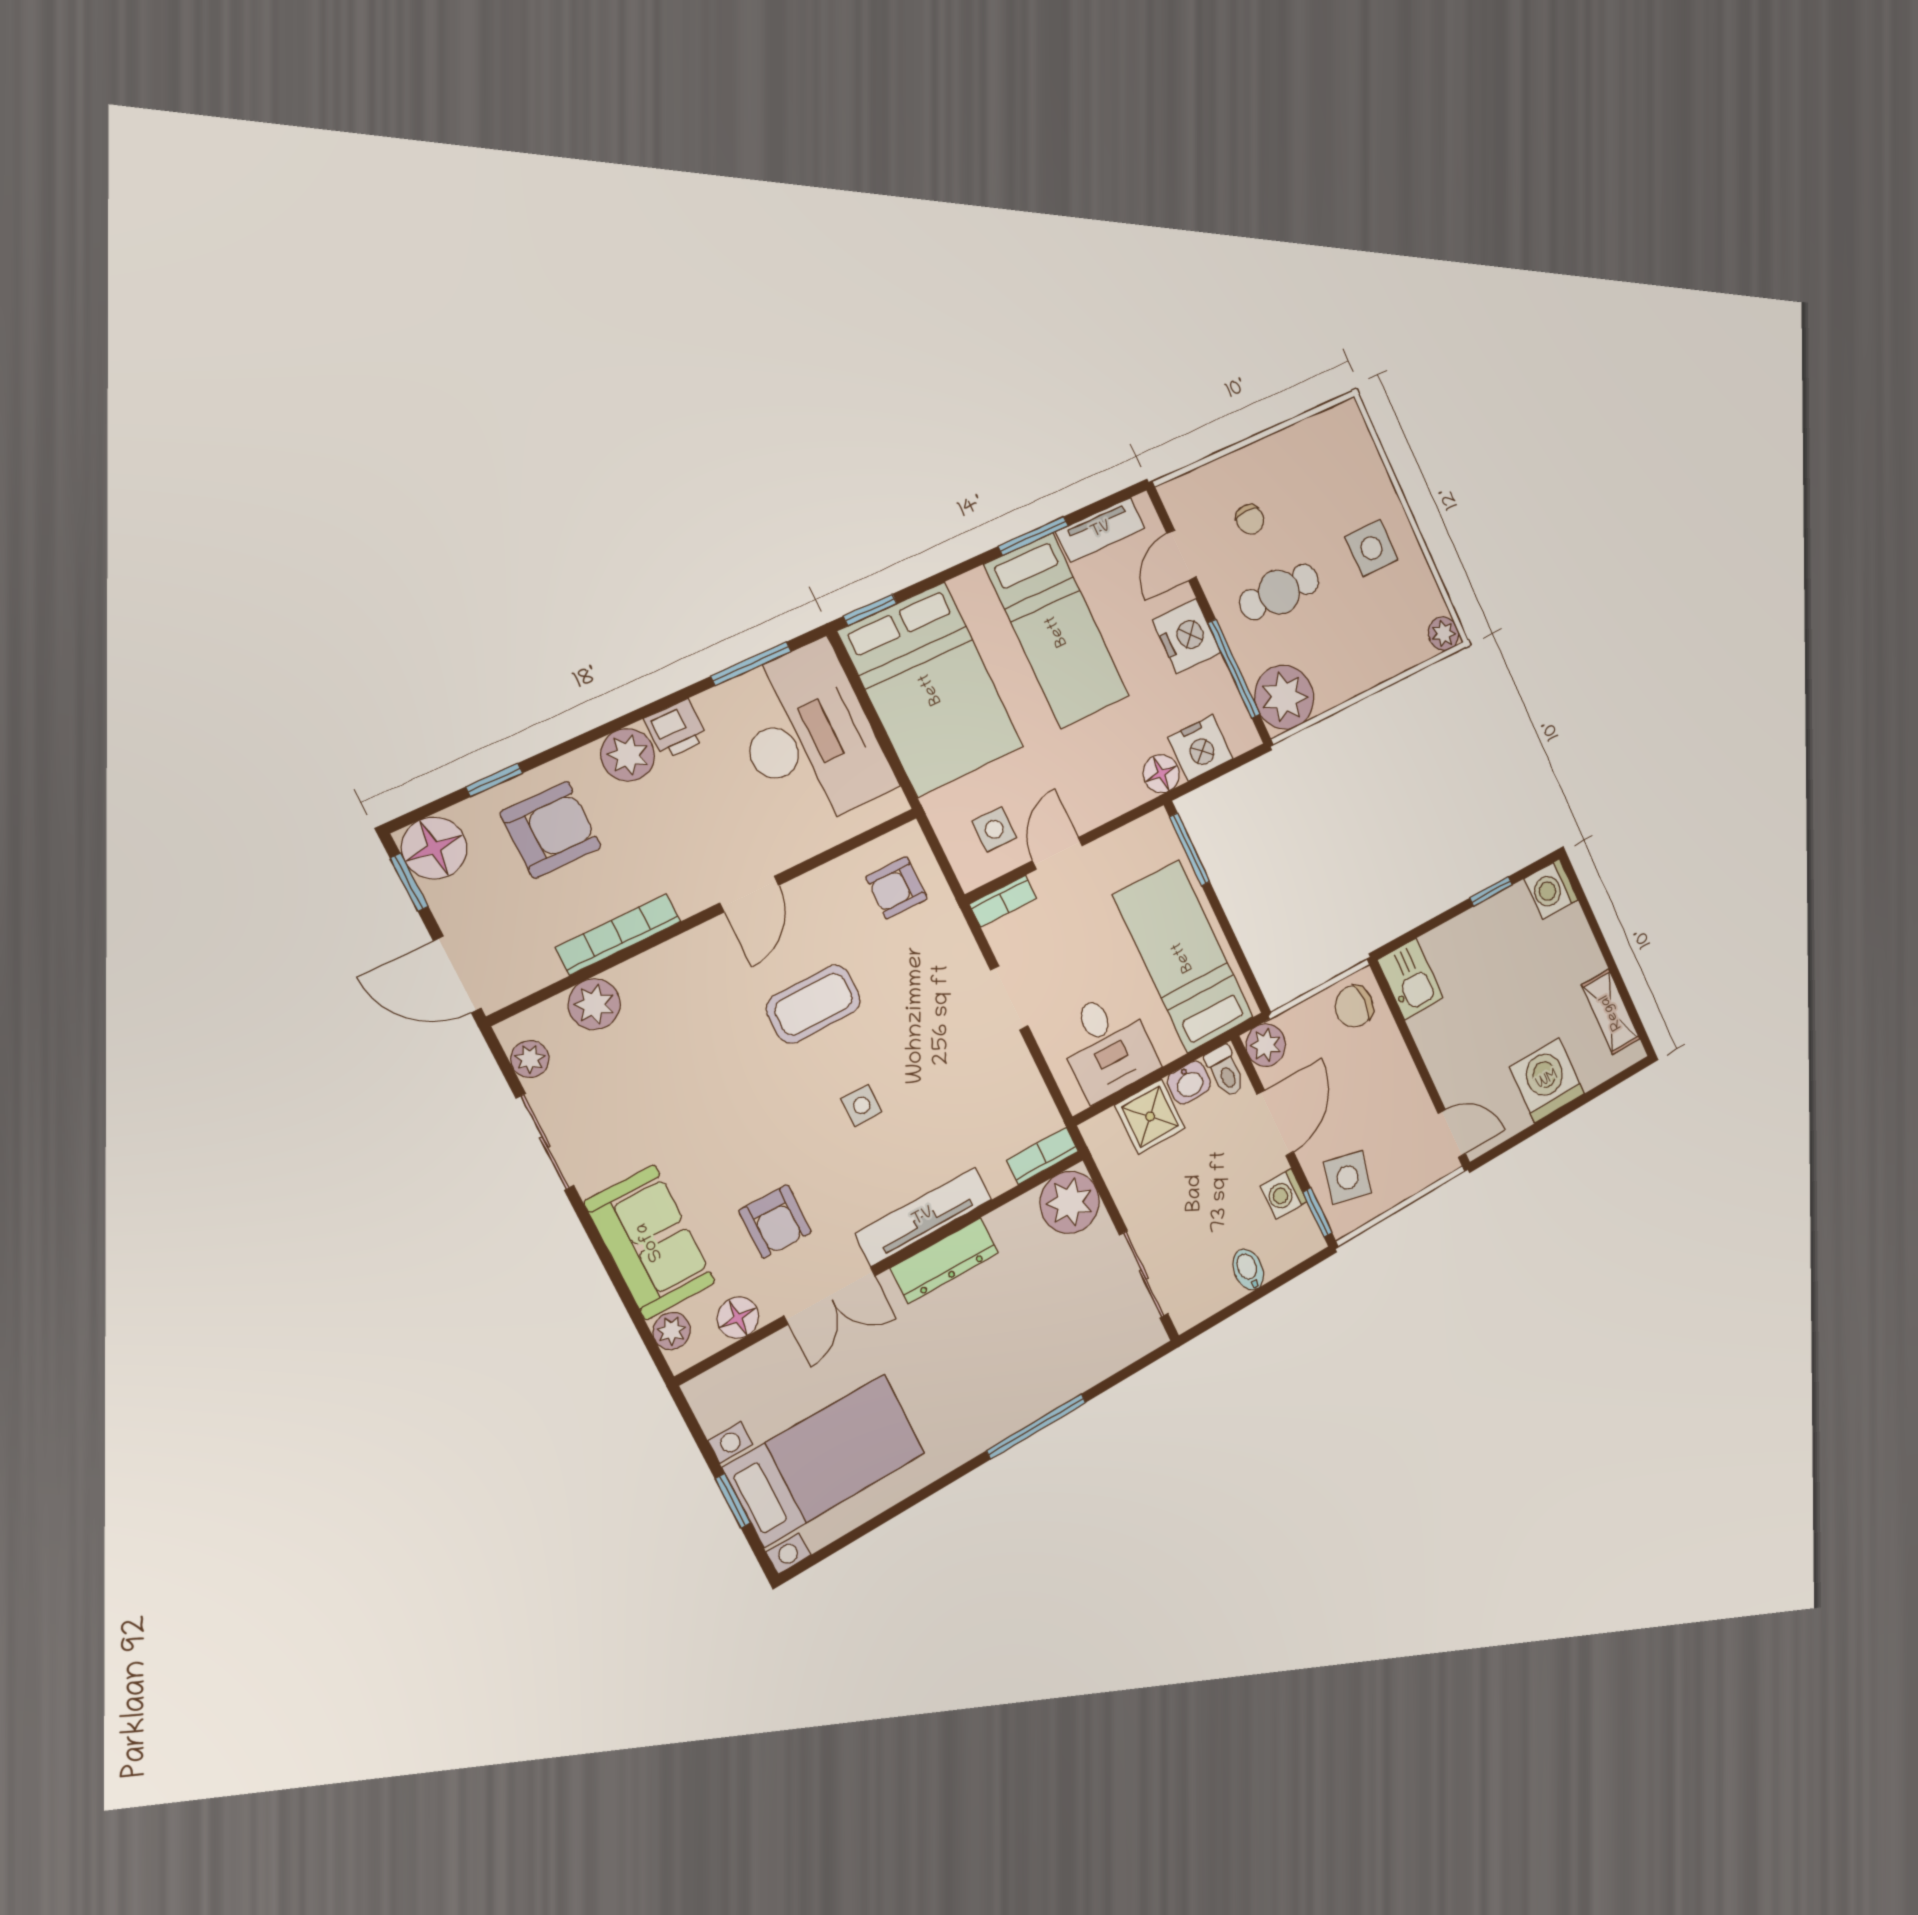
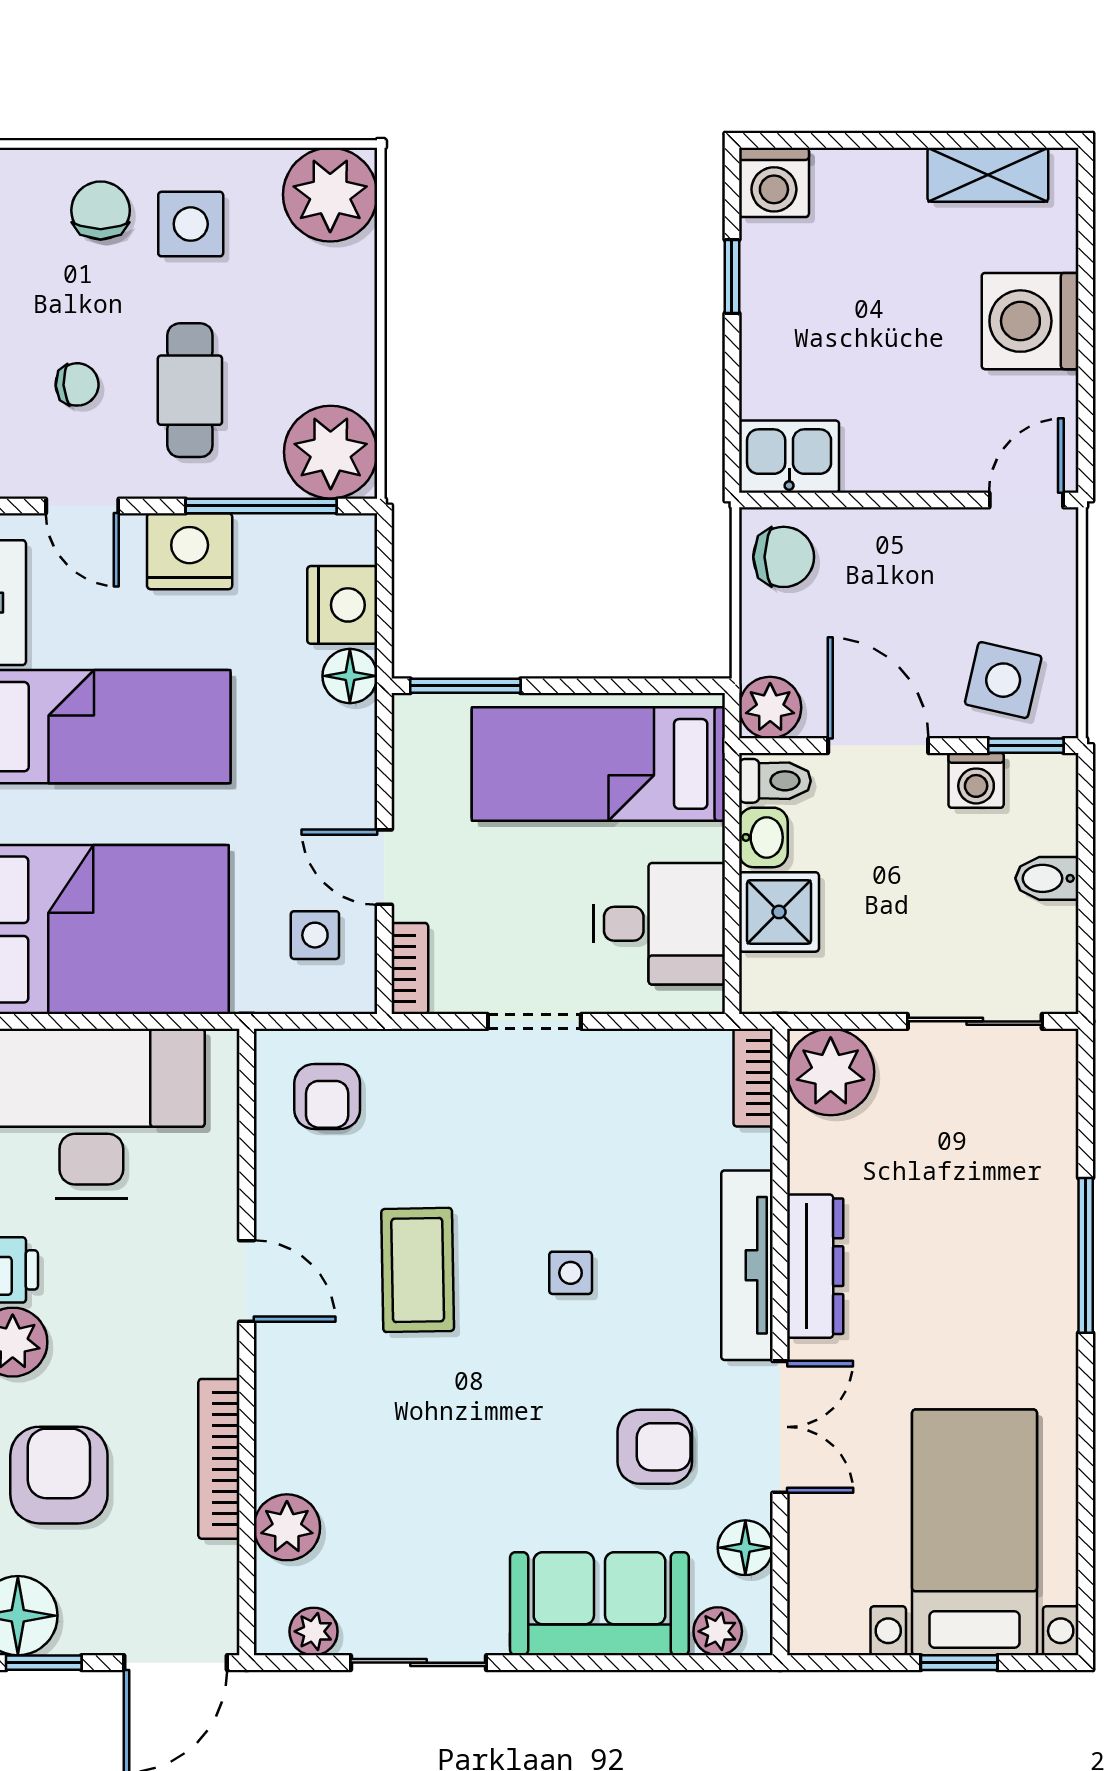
chair: (1354, 489) -> (101, 210), added
plant: (1444, 634) -> (330, 195), width x1.88, depth x1.88
chair: (1354, 1006) -> (784, 557), turned -90

